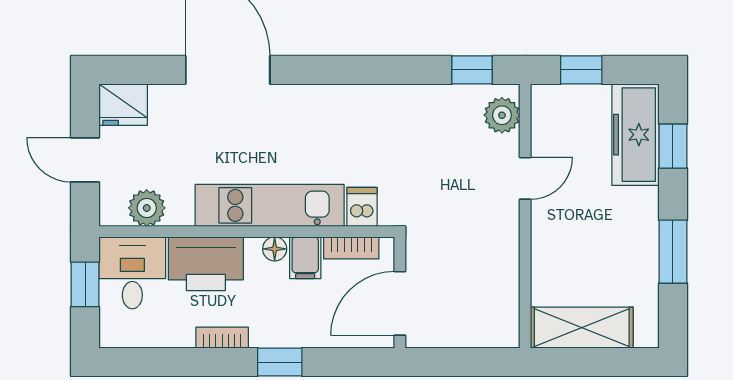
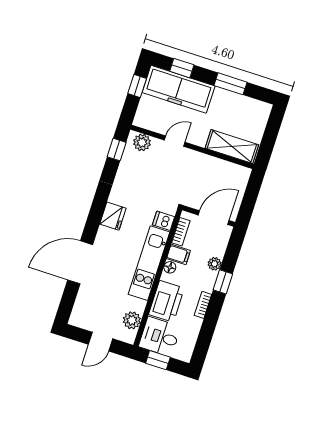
window: (581, 70) -> (137, 86), moved
fridge: (123, 105) -> (113, 216), moved
freezer: (635, 135) -> (179, 89), width x1.36, depth x1.26
door: (525, 178) -> (175, 141), hinge flipped
door: (400, 303) -> (214, 218), swing flipped
shelving: (582, 328) -> (232, 147), moved, turned 90
plant: (310, 334) -> (215, 264), added

